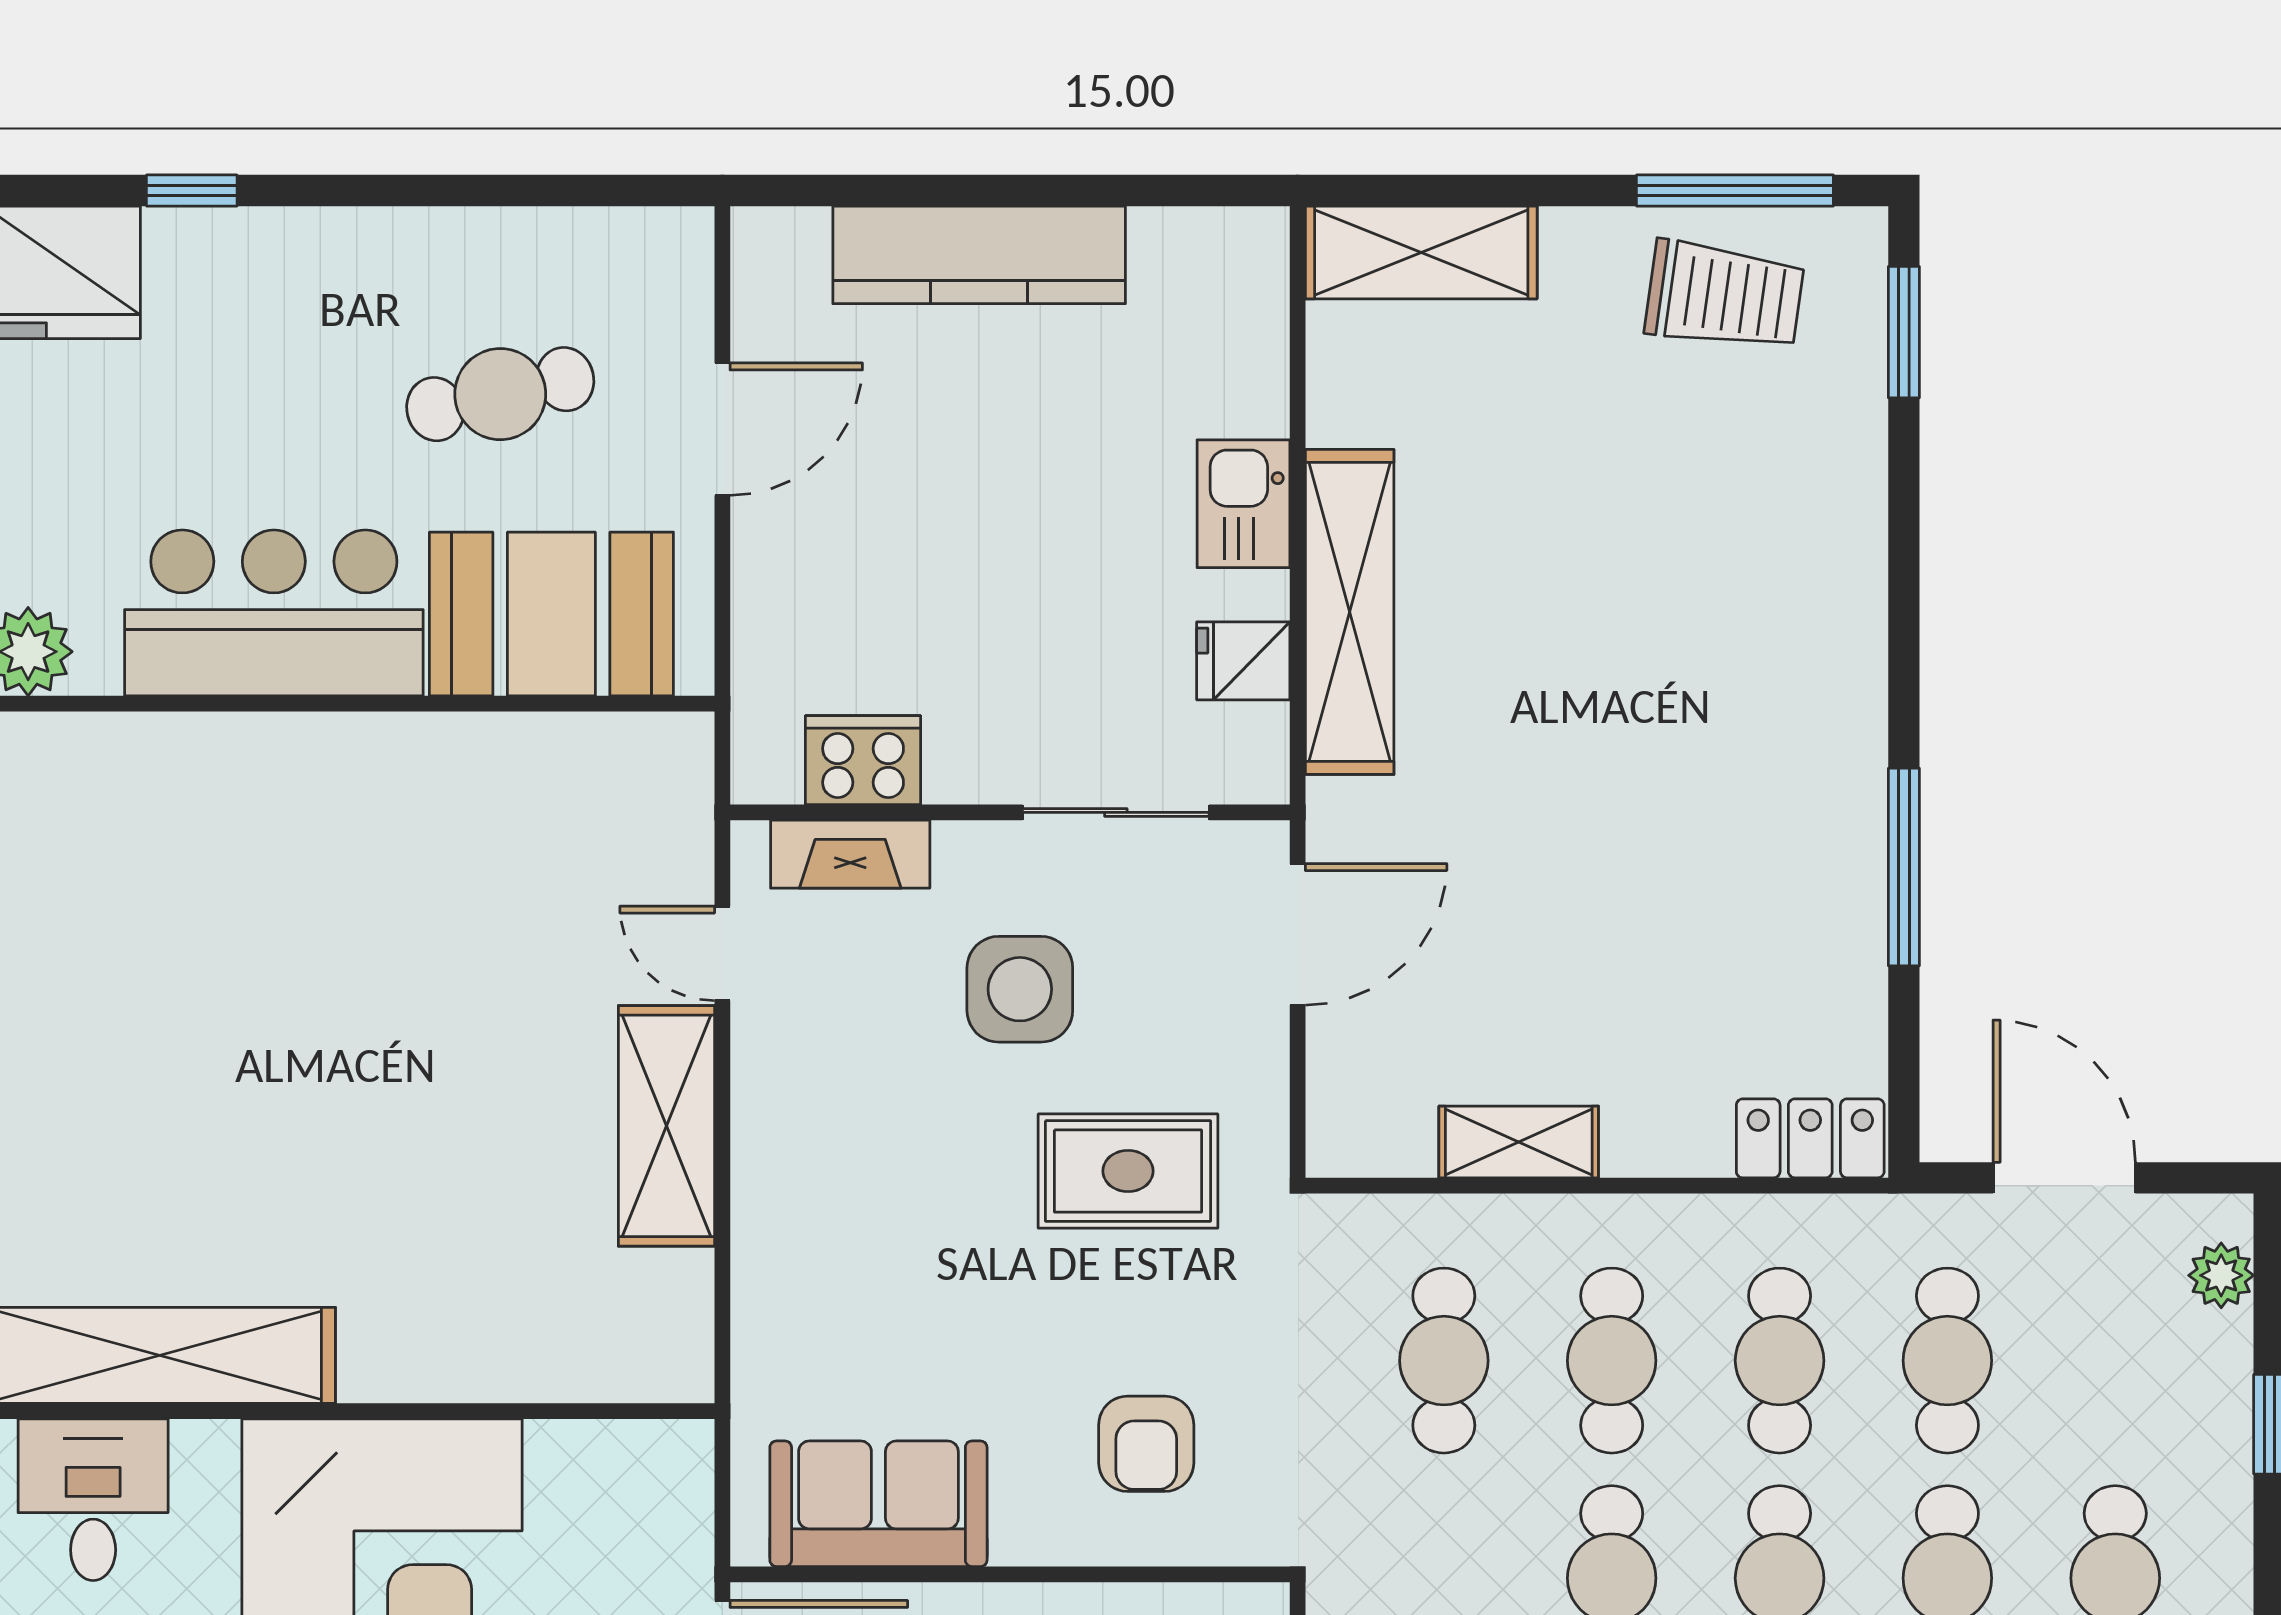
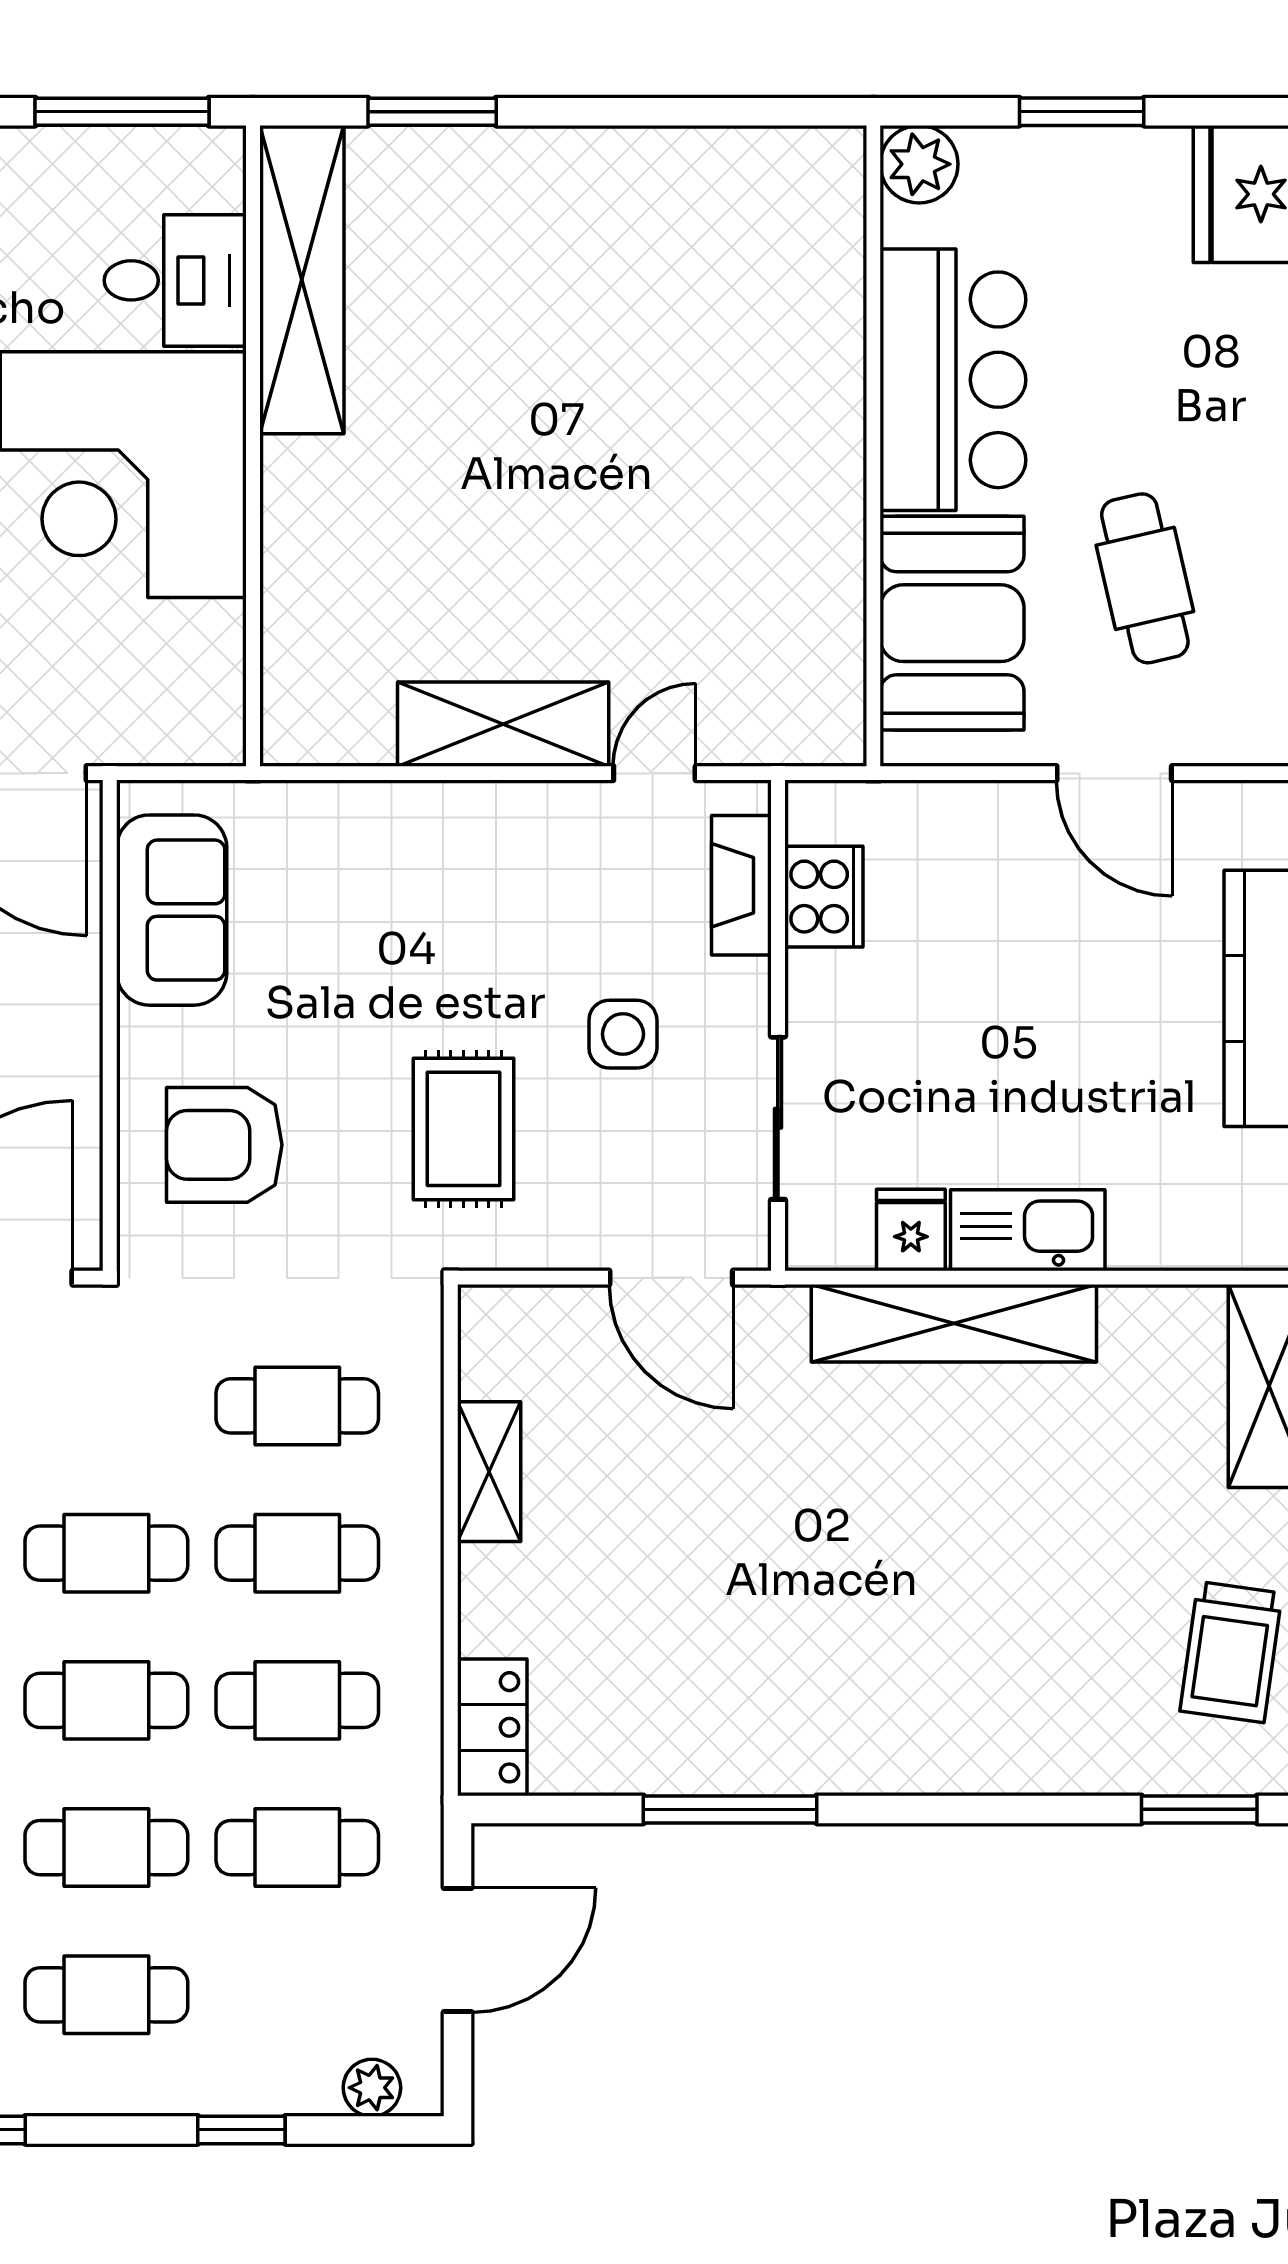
kitchen sink: (1243, 504) -> (1028, 1230), width x1.38
side table: (1020, 989) -> (623, 1034), width x0.73, depth x0.73
armchair: (1146, 1444) -> (224, 1145), width x1.38, depth x1.38
desk: (93, 1500) -> (175, 280), moved

